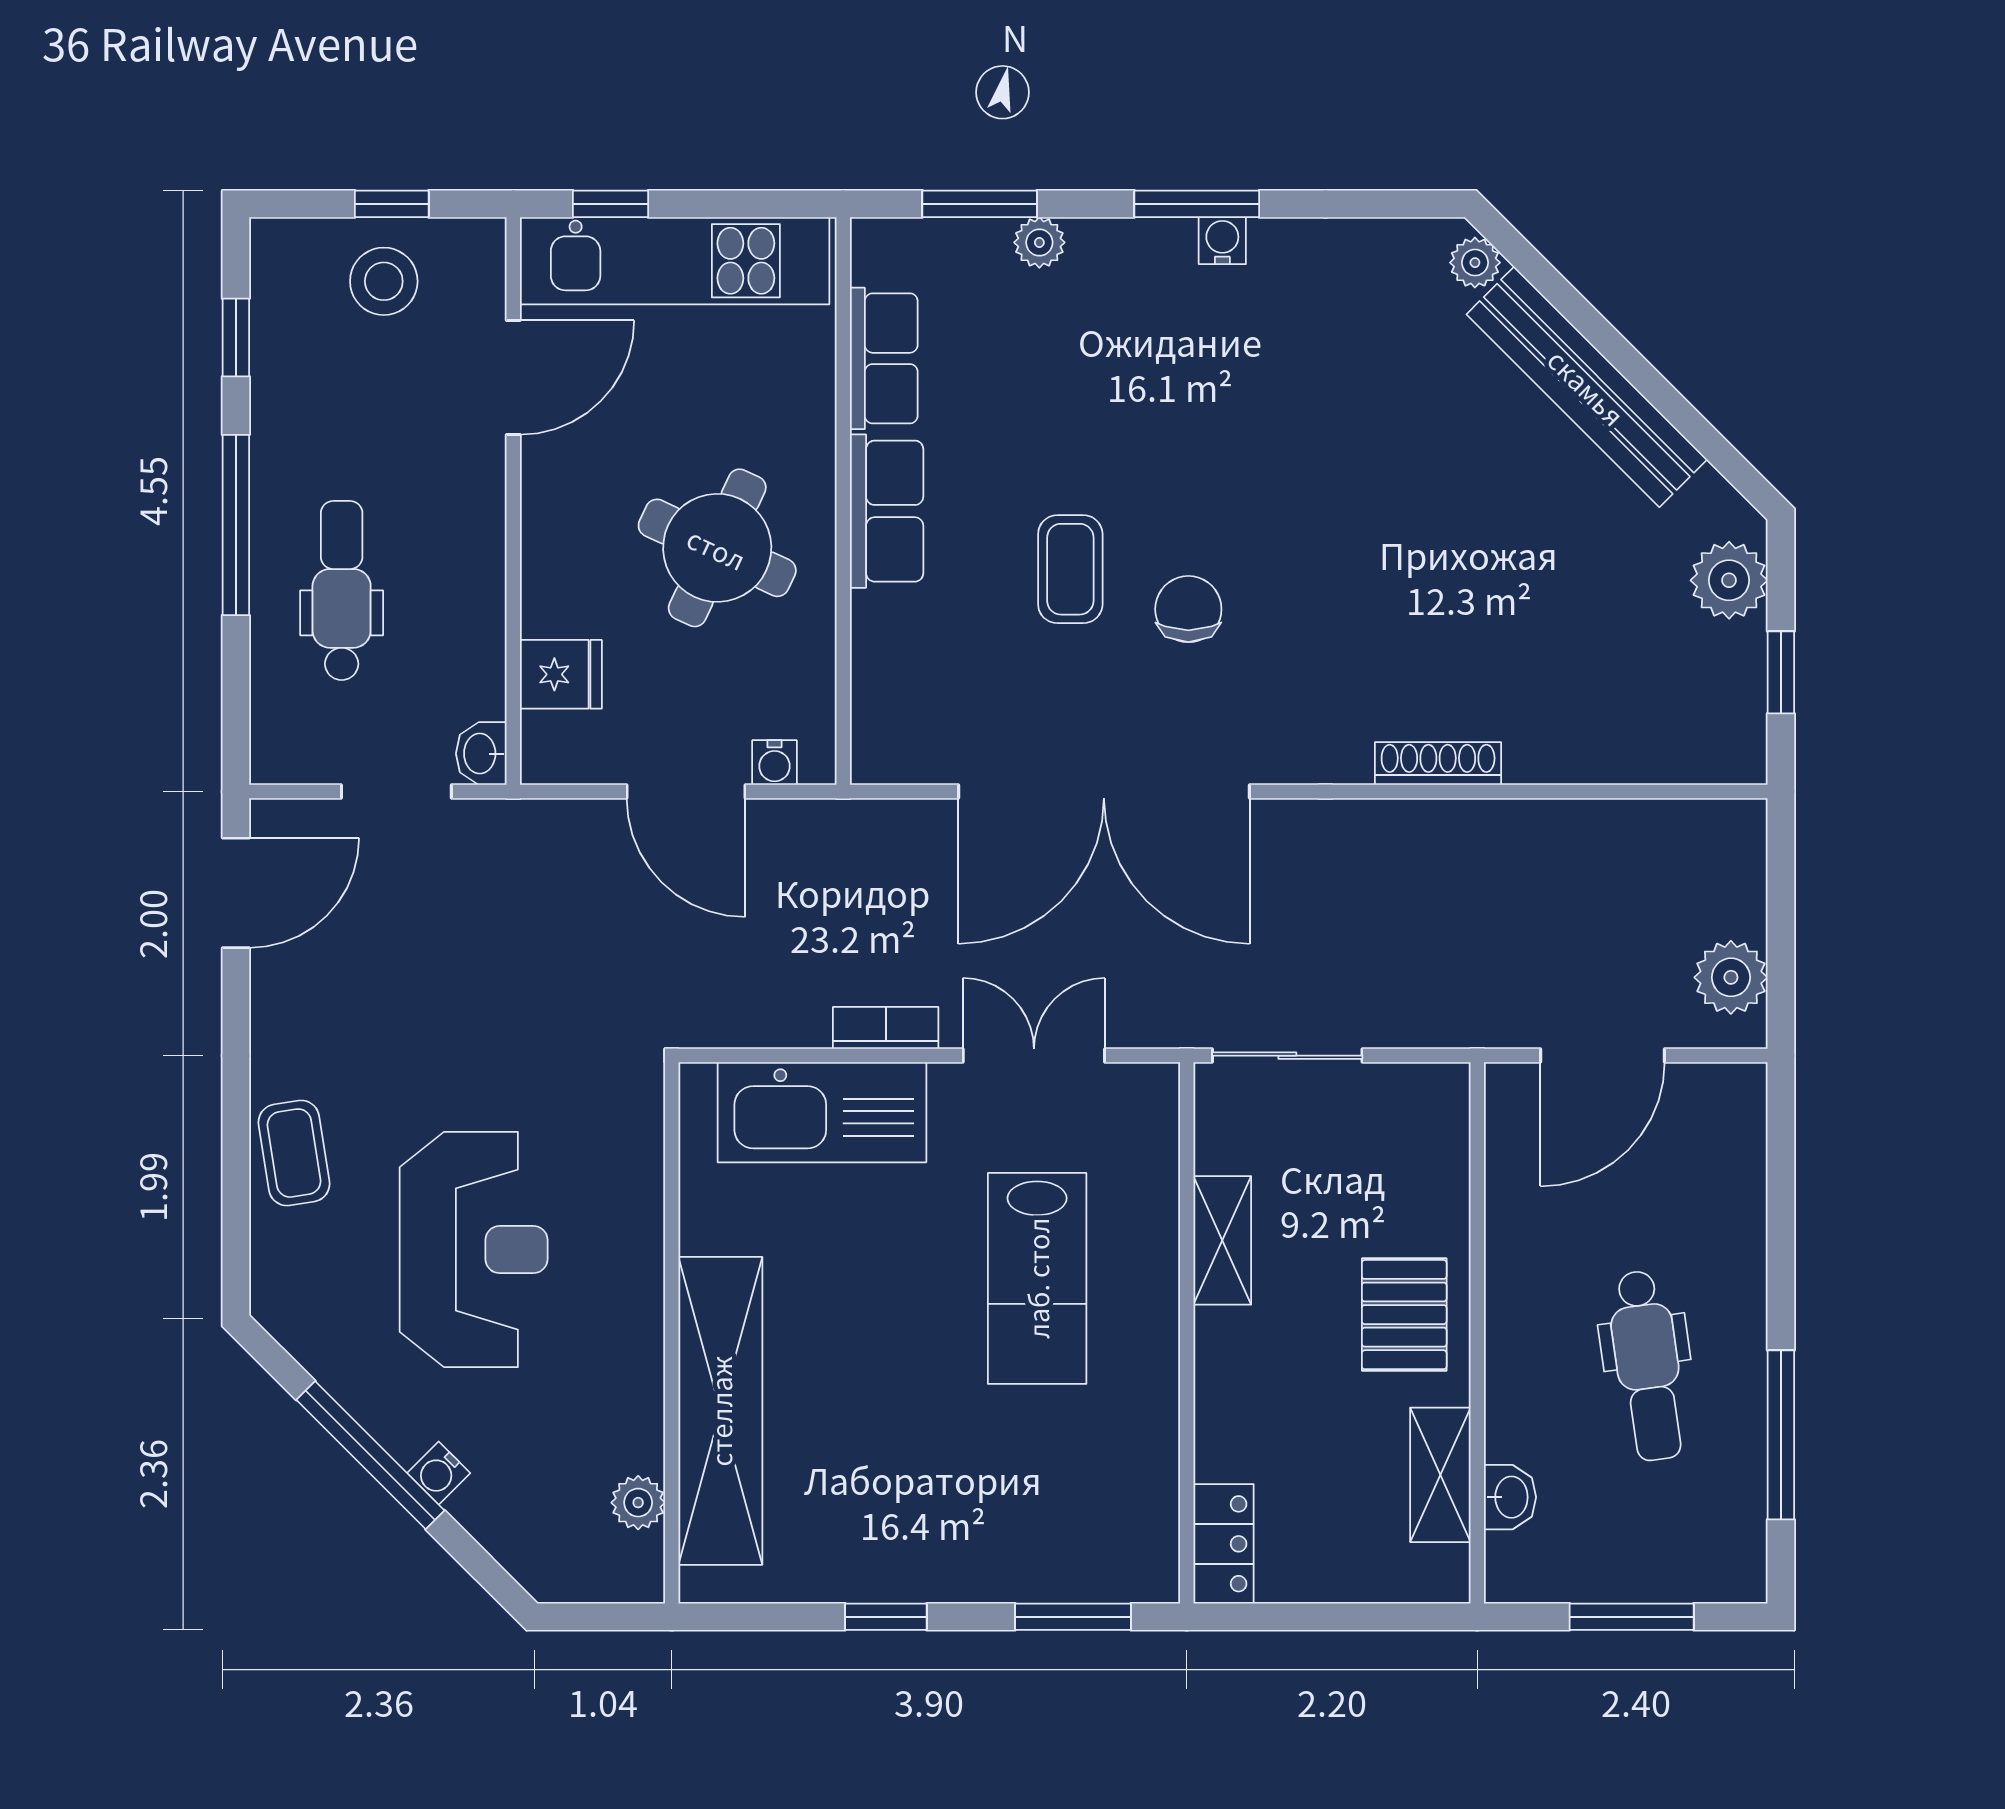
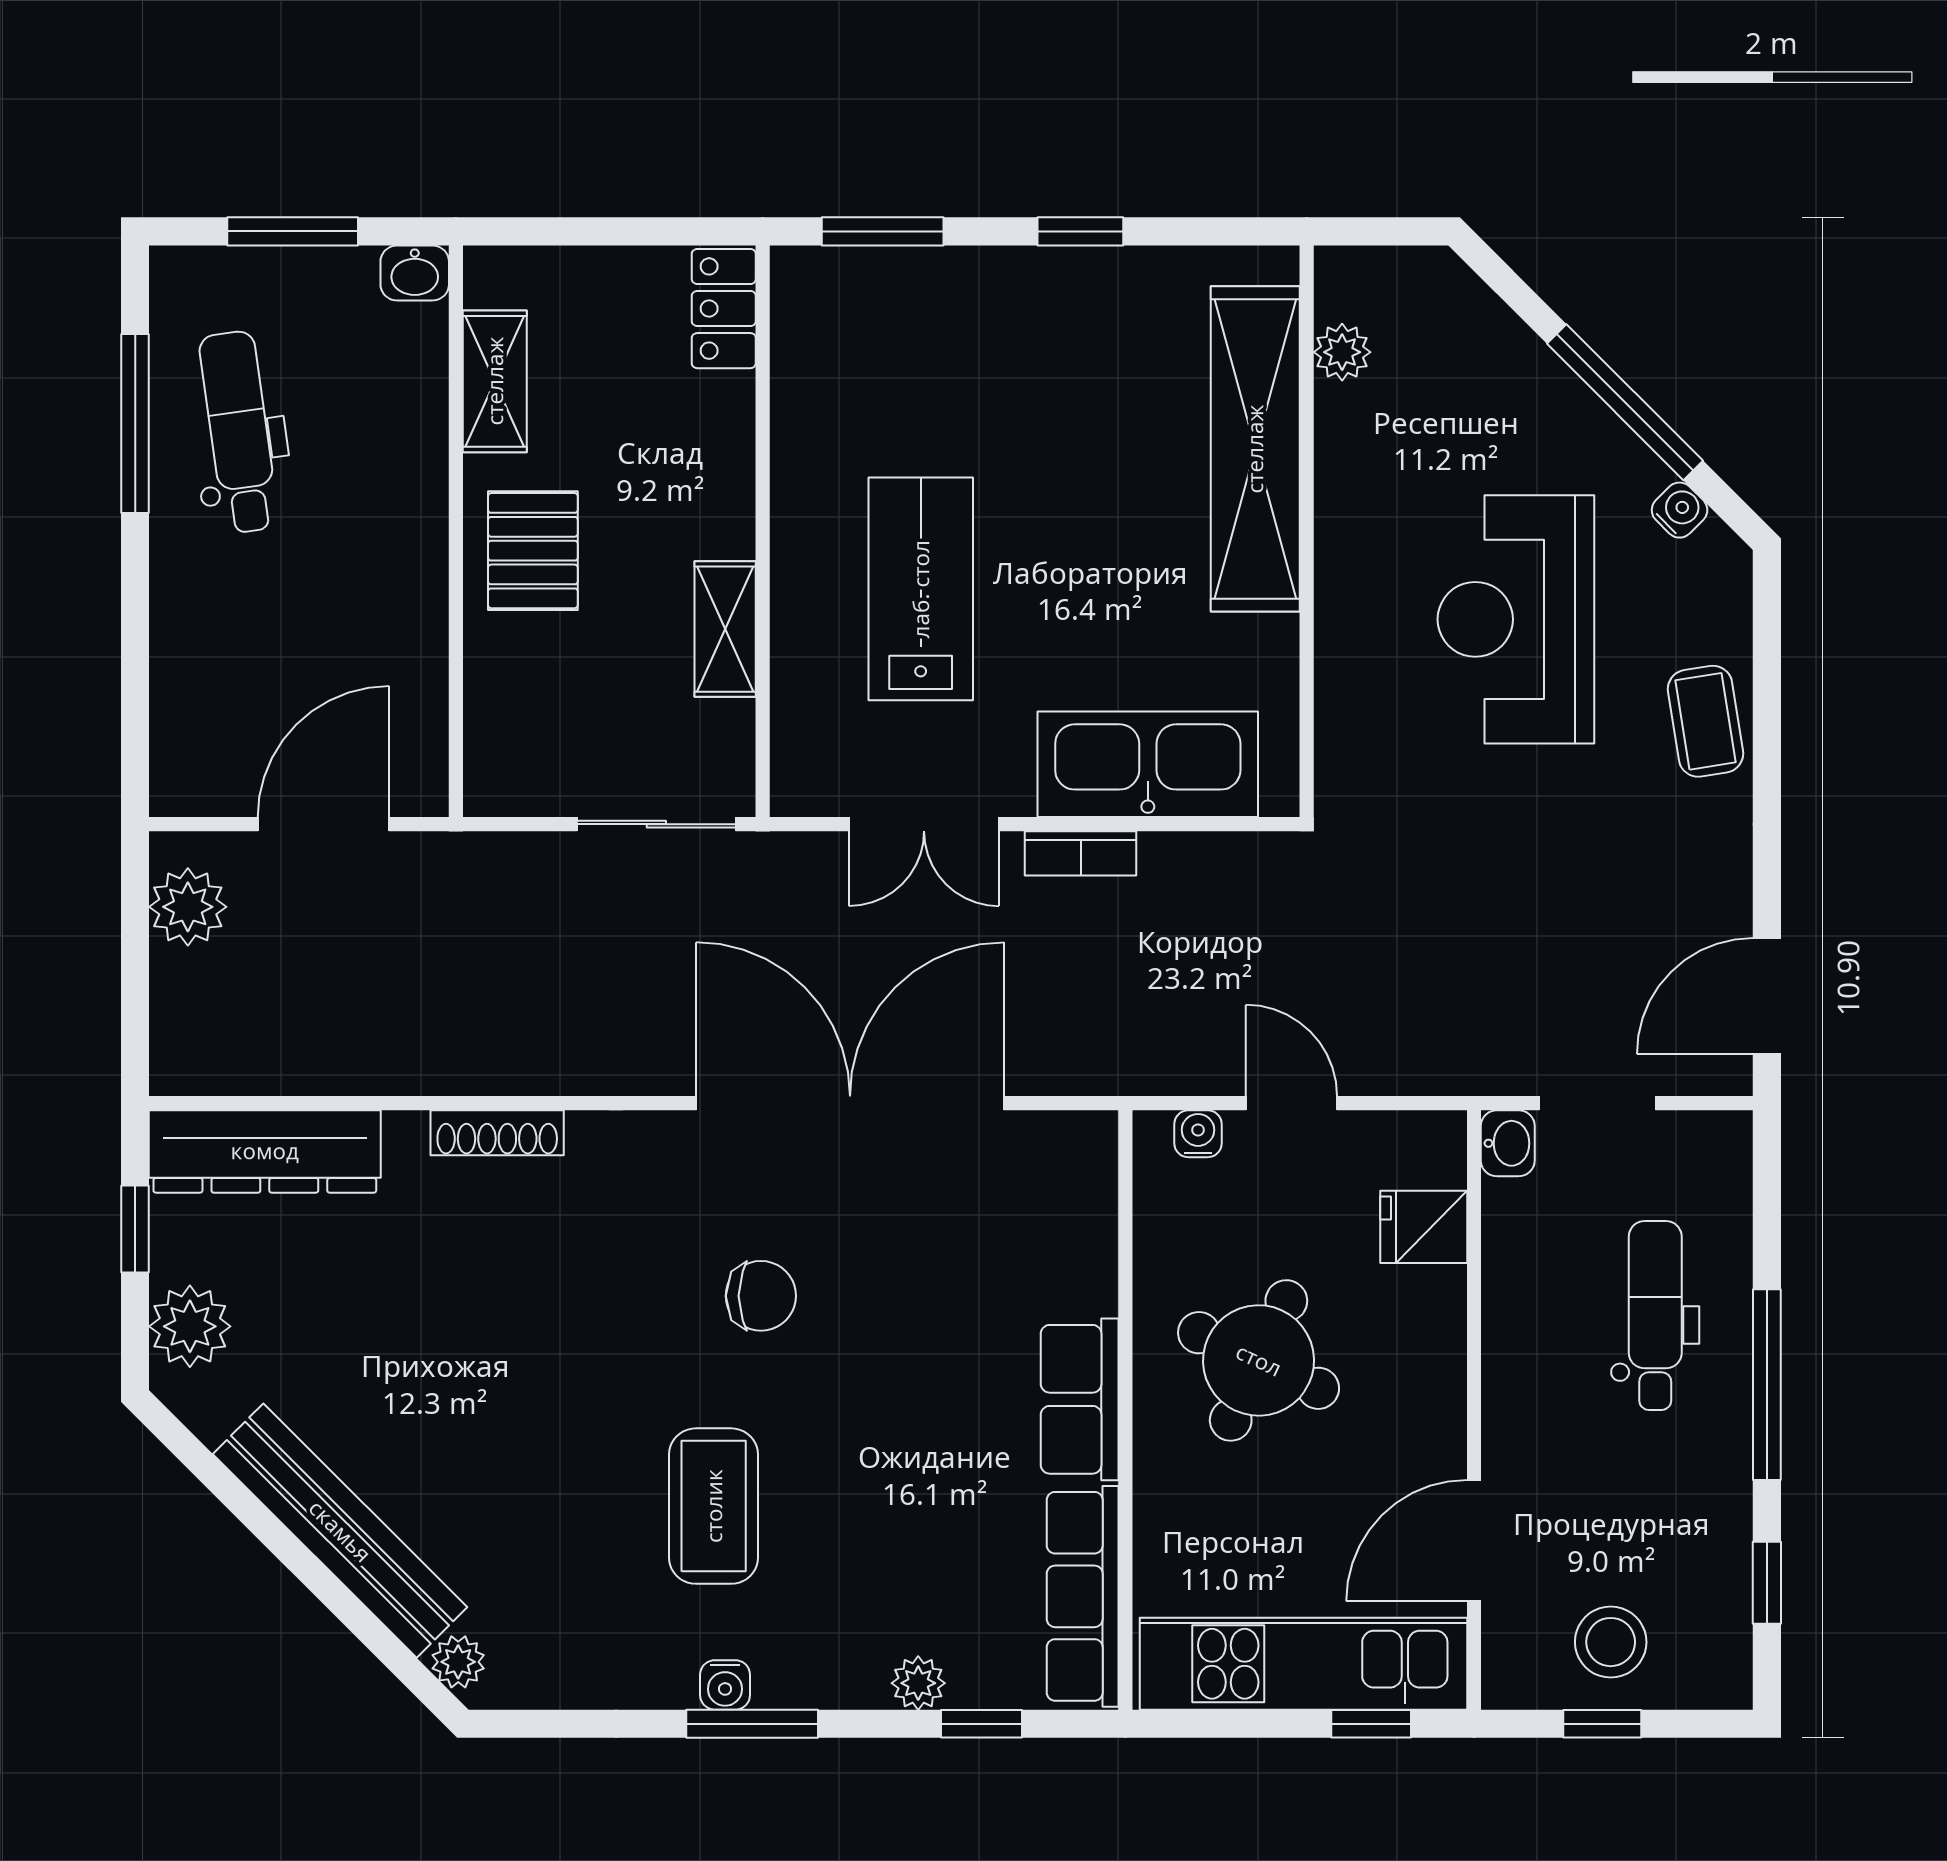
window: (980, 204) -> (981, 1724), width x0.67
row of seats: (884, 358) -> (1083, 1596), width x1.48
coffee table: (1070, 569) -> (714, 1506), moved, width x1.36, depth x1.30
dental chair: (342, 590) -> (1655, 1315), turned 180
chair: (1188, 609) -> (761, 1296), turned -90
dresser: (1658, 746) -> (265, 1151), added
door: (686, 791) -> (1291, 1103), width x0.73
dental chair: (1648, 1366) -> (239, 432), moved
water cooler: (439, 1473) -> (1680, 510), moved
washbasin: (1510, 1497) -> (415, 273), moved, turned -90

